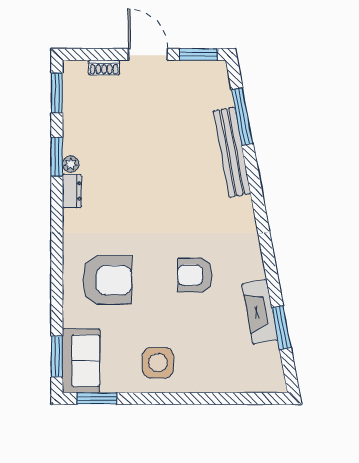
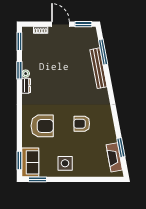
fireplace: (260, 312) -> (114, 157), moved

